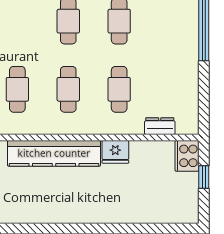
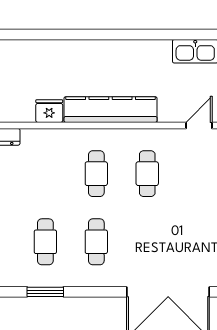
cafe table: (119, 89) -> (45, 174), removed

